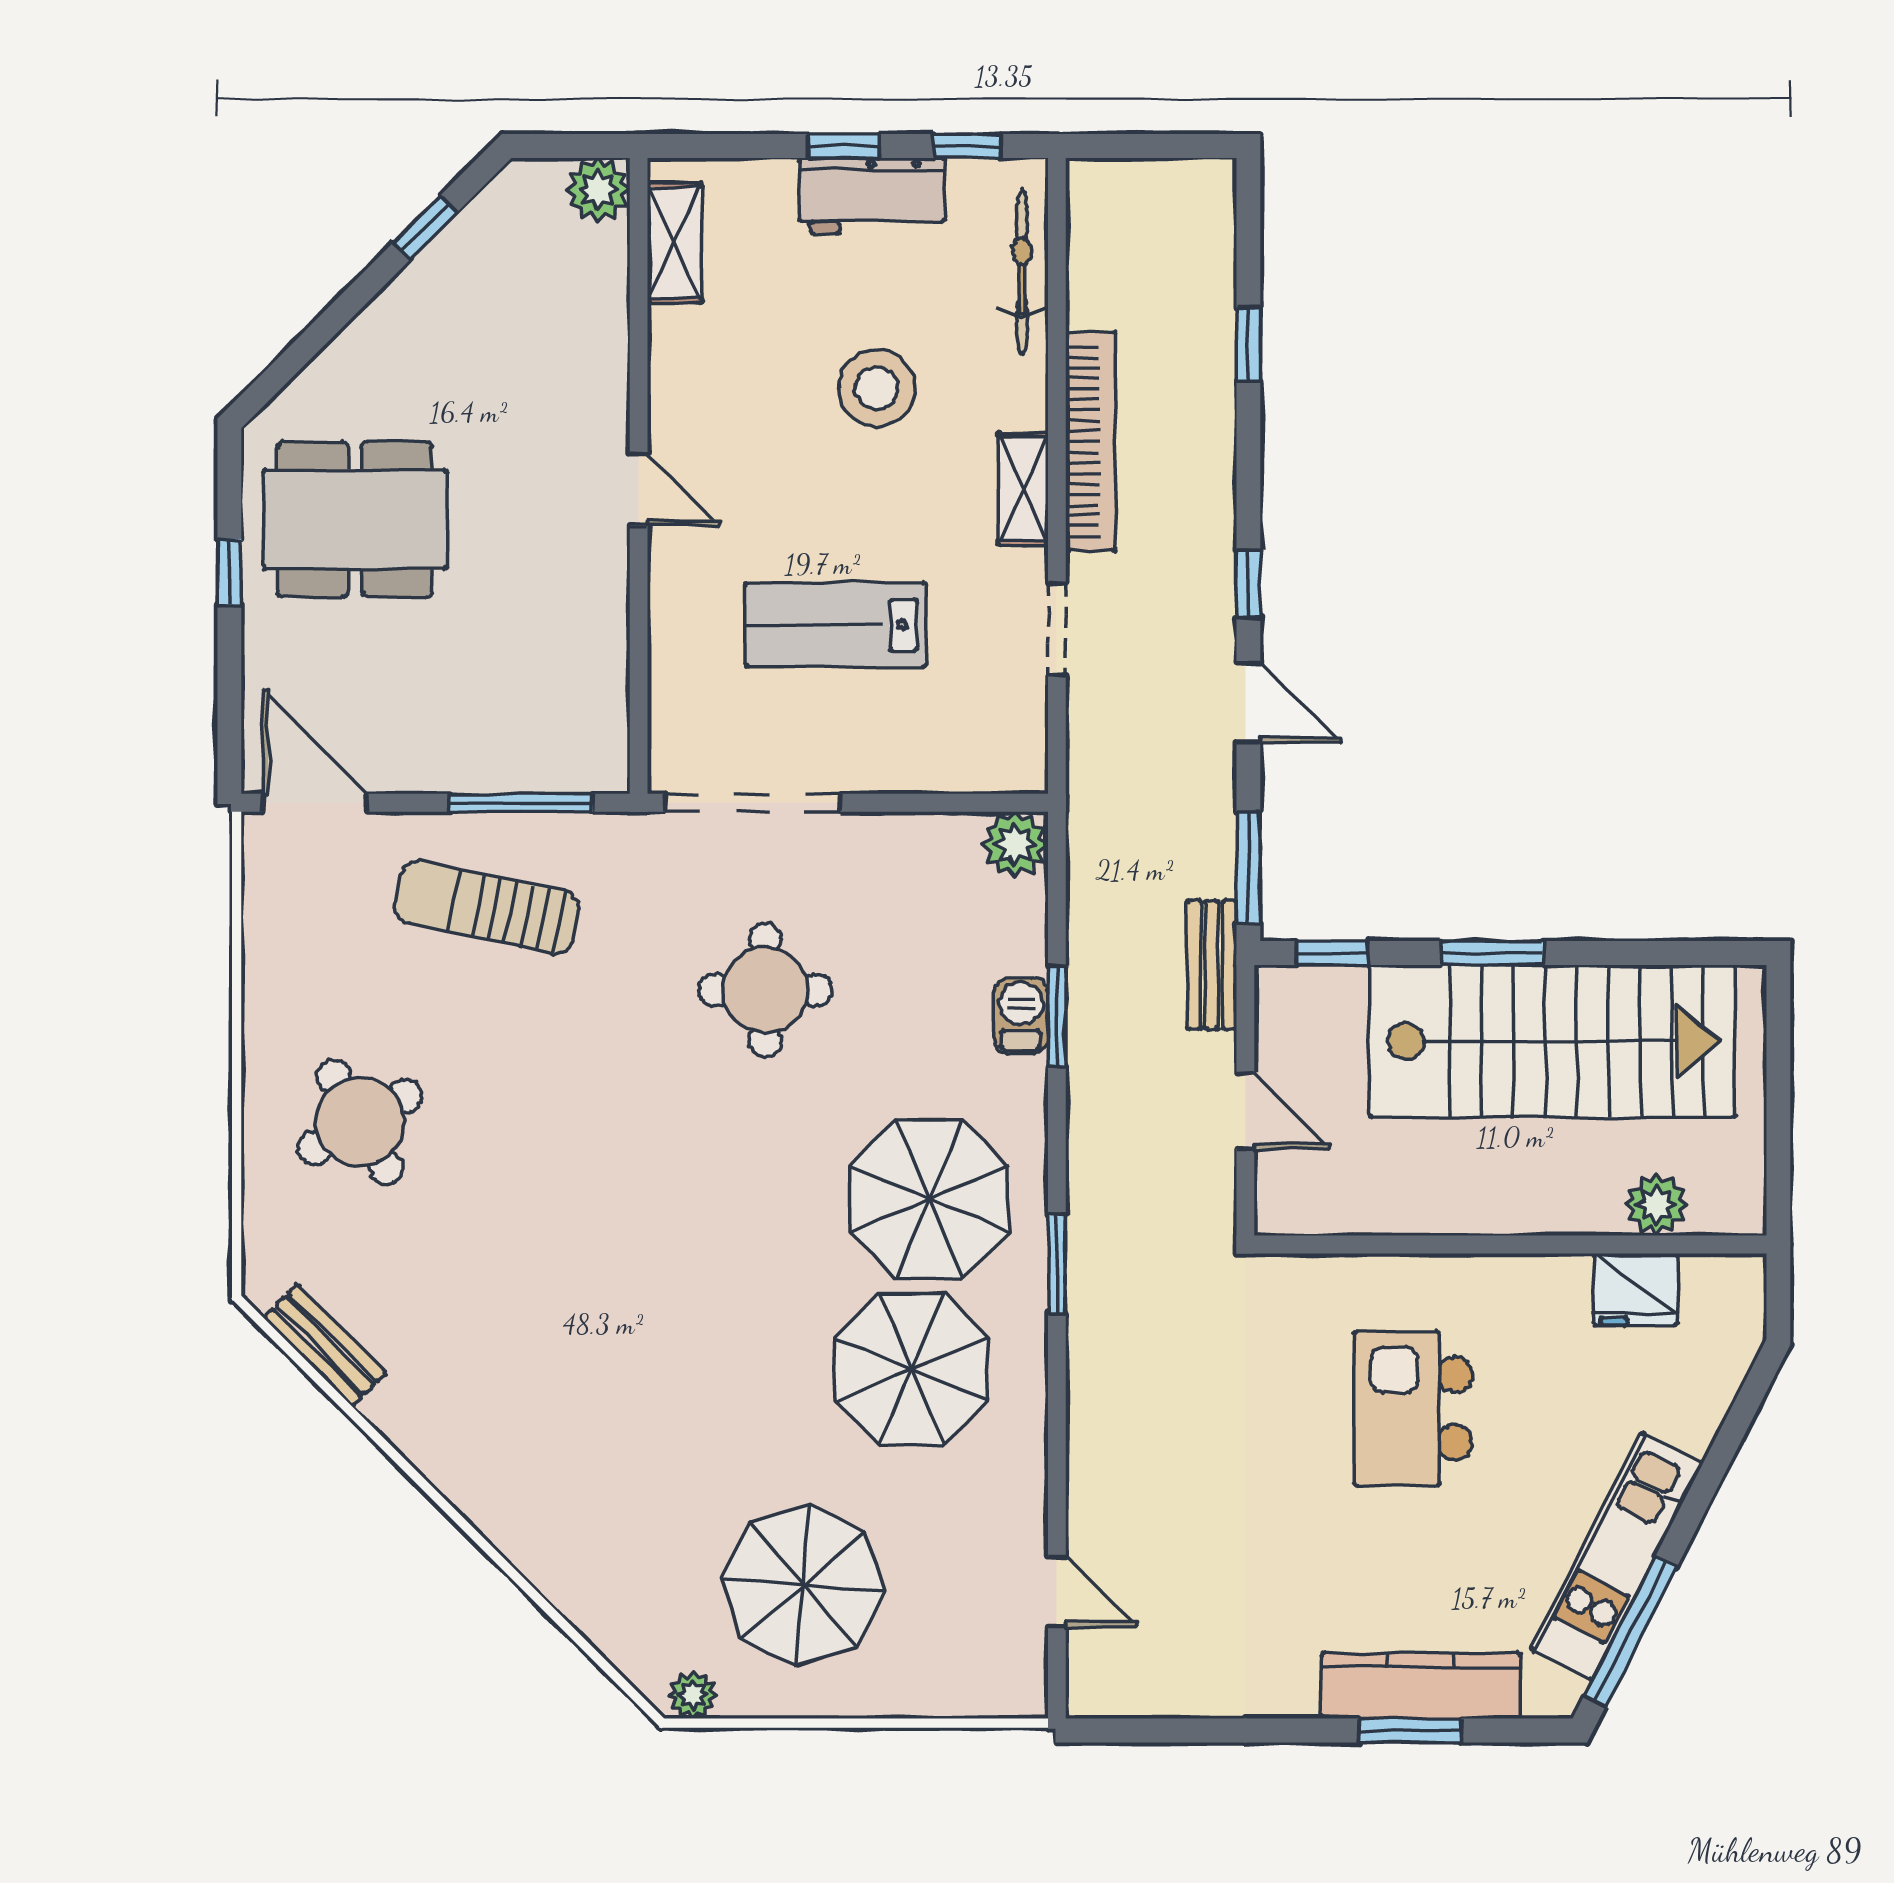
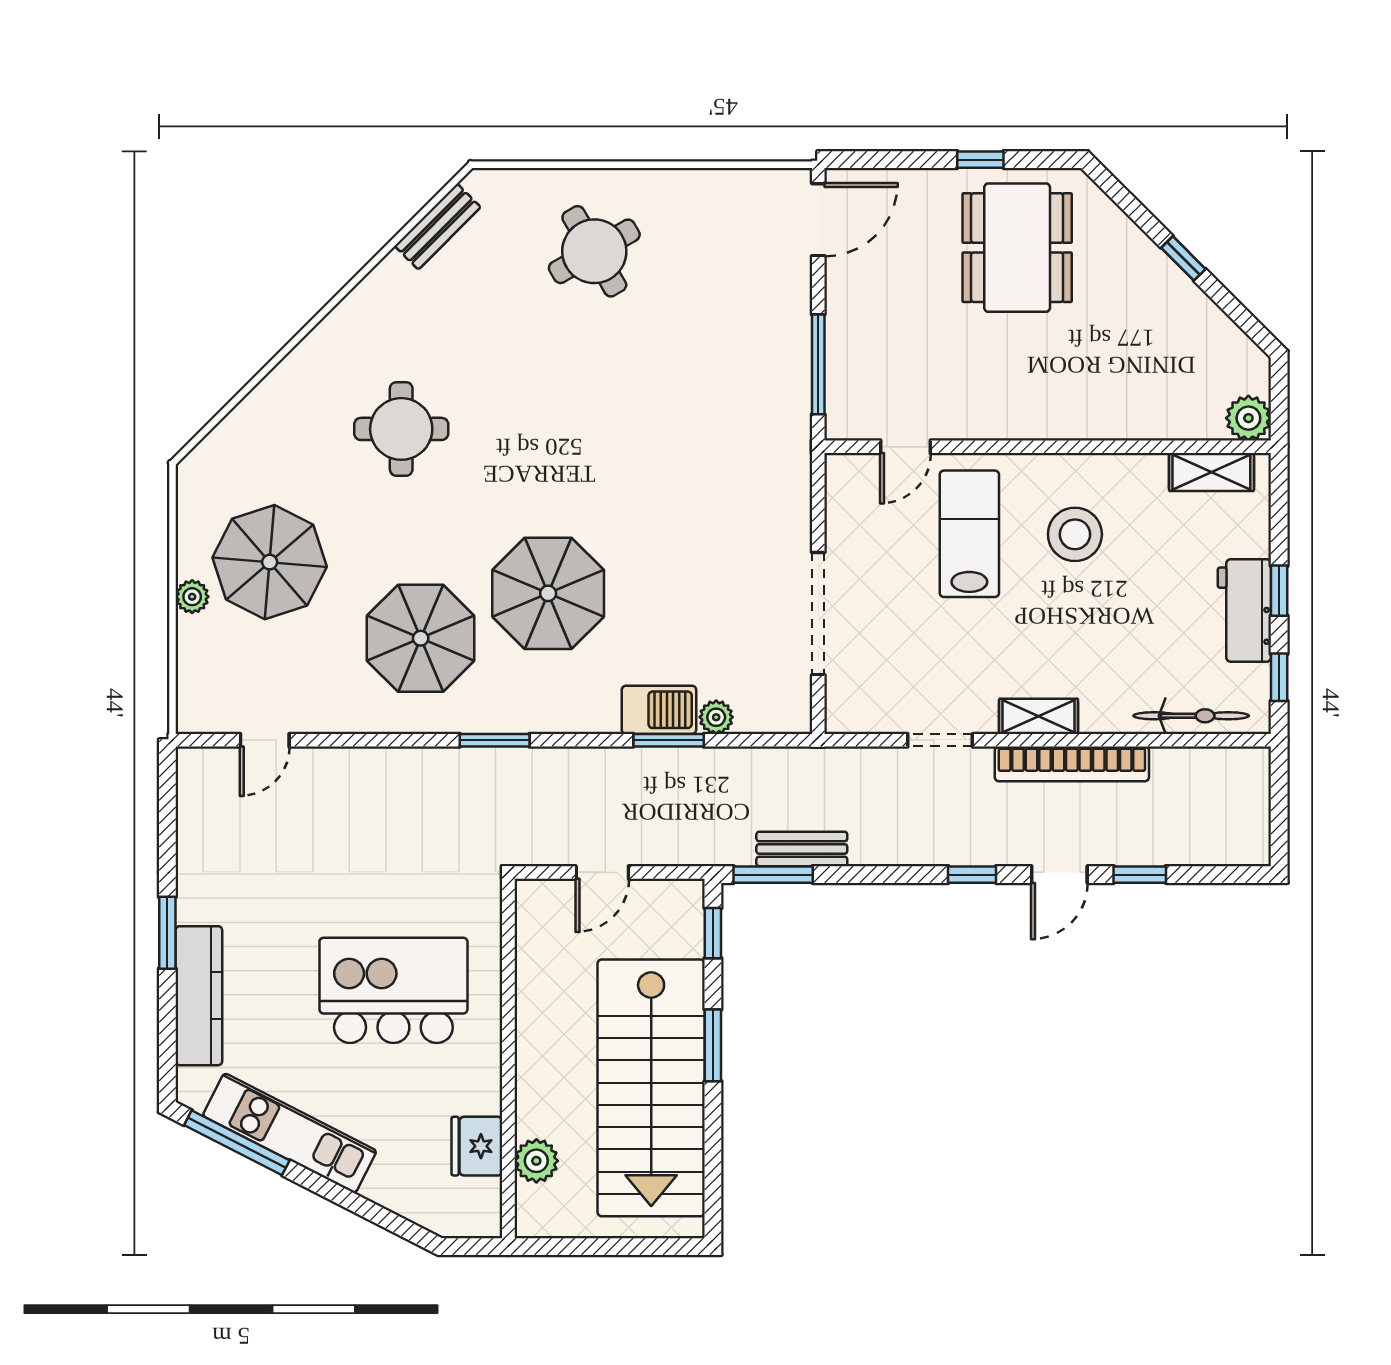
window: (425, 227) -> (1183, 258), moved
stool: (877, 388) -> (1075, 534), moved
door: (639, 489) -> (905, 447), moved
lab bench: (836, 625) -> (969, 534), moved
door: (1248, 703) -> (1059, 875), moved
doorway: (753, 803) -> (818, 614), moved
plant: (1015, 845) -> (716, 717), moved, width x0.73, depth x0.73
sun lounger: (487, 907) -> (745, 340), removed
bench: (1212, 965) -> (802, 849), moved
round table: (765, 990) -> (401, 429), moved
barbecue: (1021, 1015) -> (659, 710), width x1.38, depth x1.27
parasol: (929, 1199) -> (548, 593), moved
kitchen island: (1413, 1408) -> (393, 990), width x1.37, depth x1.28
plant: (693, 1695) -> (192, 597), moved
window: (1410, 1730) -> (167, 933), moved

